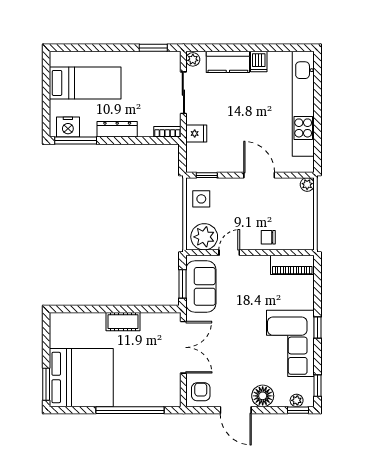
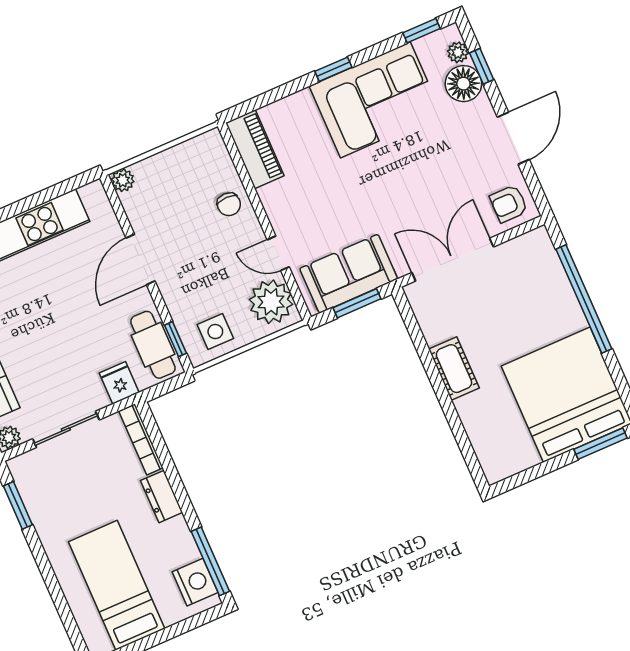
dresser: (117, 129) -> (162, 496), width x0.70
bookcase: (167, 132) -> (141, 439), width x1.56
cafe table: (209, 161) -> (153, 345), added
floor lamp: (263, 396) -> (463, 84), moved
window: (298, 410) -> (482, 66), moved

